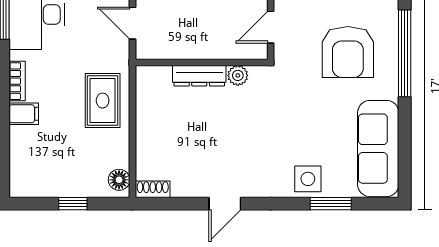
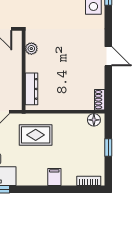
dresser: (199, 76) -> (32, 89), moved
bookcase: (17, 81) -> (89, 181), moved
rug: (103, 101) -> (36, 135), moved

